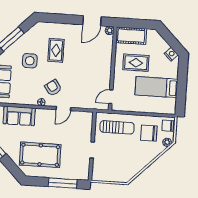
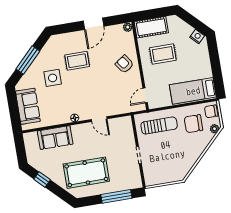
door: (92, 21) -> (93, 24), moved
rug: (56, 50) -> (77, 61), turned 90
bed: (156, 87) -> (193, 91), moved
armchair: (53, 88) -> (124, 64), moved
door: (63, 109) -> (99, 119), hinge flipped

